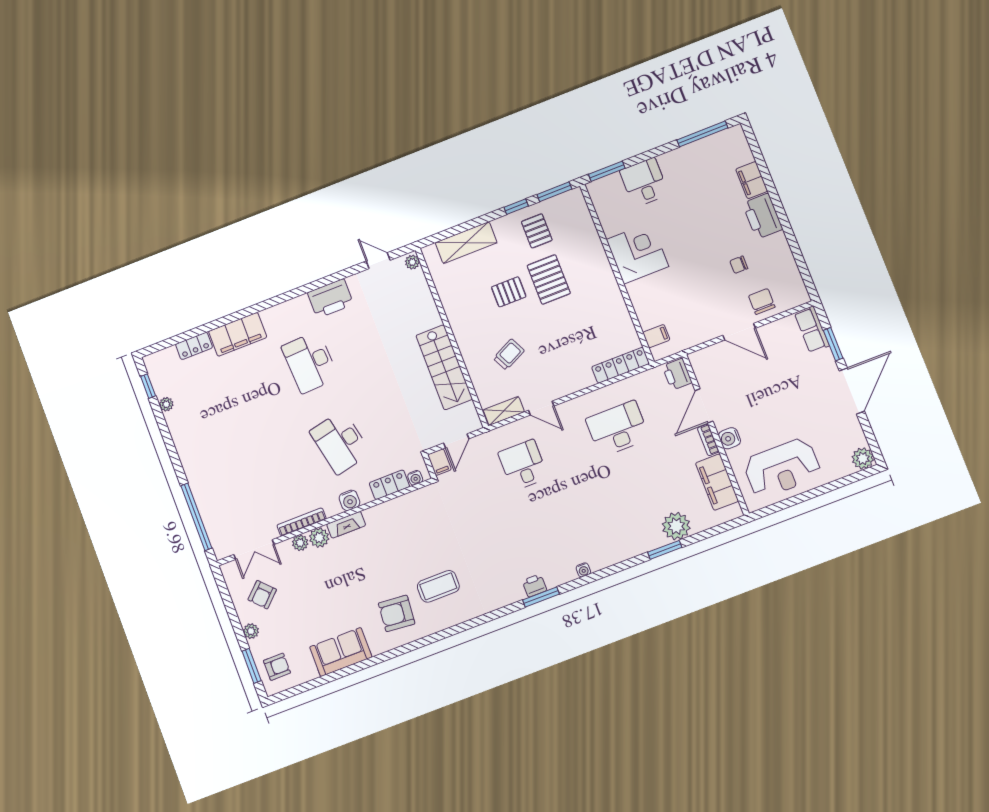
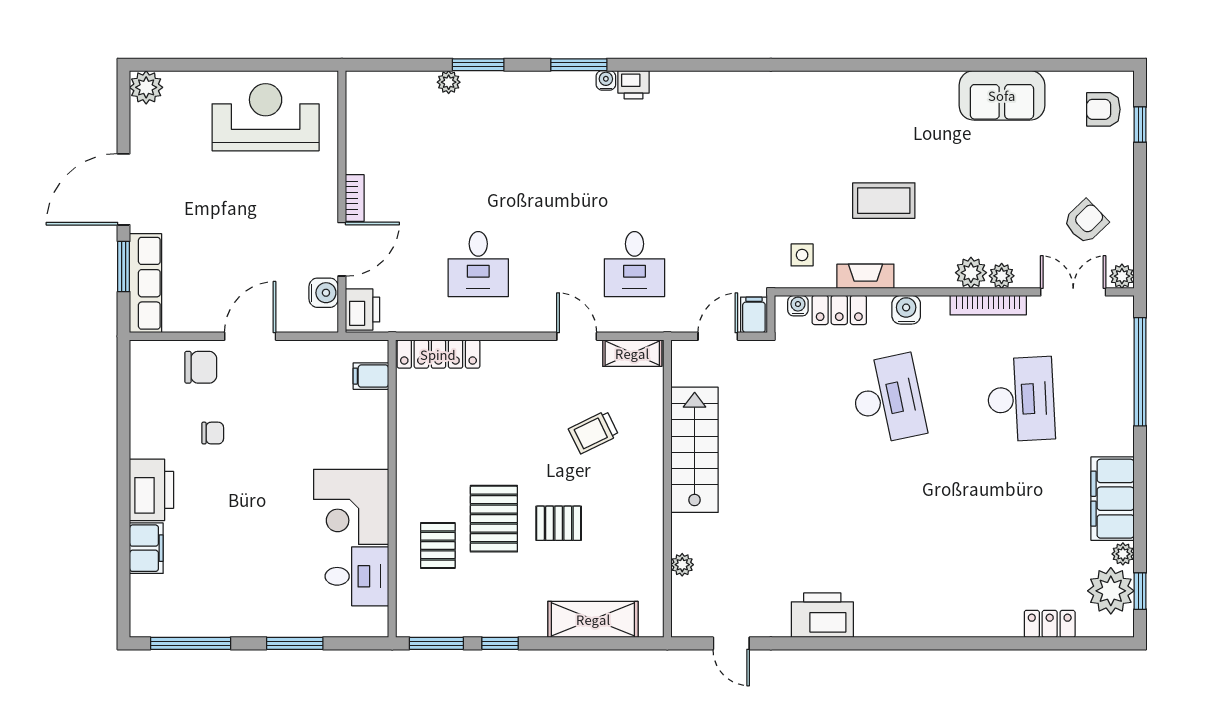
window: (607, 171) -> (295, 643), moved
desk: (644, 182) -> (357, 576), moved, turned -90
pallet: (537, 231) -> (438, 546), moved
plant: (412, 262) -> (682, 565), moved
chair: (762, 301) -> (201, 367), turned -90
row of seats: (812, 329) -> (145, 283), width x1.48
door: (739, 332) -> (250, 336), hinge flipped
filing cabinet: (238, 334) -> (1113, 499), moved, turned -90
desk: (310, 362) -> (1021, 399), moved
plant: (165, 380) -> (1111, 591), added
desk: (618, 429) -> (478, 264), width x0.73
water cooler: (729, 438) -> (324, 293), moved
filing cabinet: (717, 482) -> (366, 133), removed
side table: (424, 509) -> (802, 255), added
fireplace: (346, 525) -> (865, 276), moved
plant: (676, 526) -> (449, 82), width x0.53, depth x0.53
coffee table: (438, 586) -> (884, 201), moved
printer: (534, 586) -> (634, 85), moved
window: (541, 597) -> (579, 65), moved
armchair: (397, 613) -> (900, 120), removed
plant: (251, 631) -> (1122, 276), moved
window: (252, 666) -> (1140, 125), width x0.67

